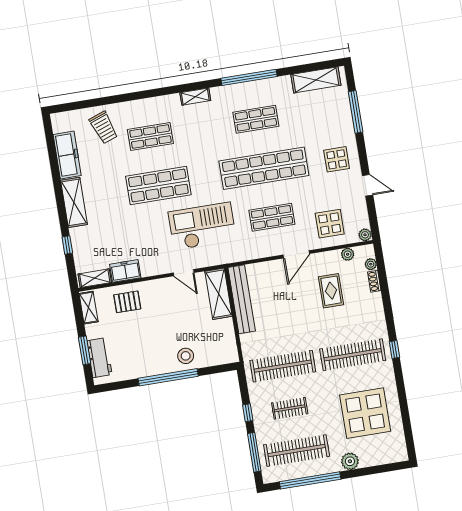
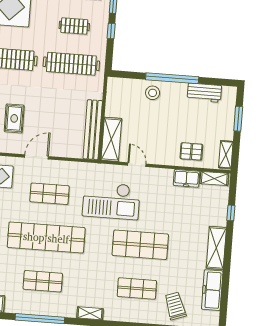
workbench: (99, 358) -> (204, 93), moved, turned -90

